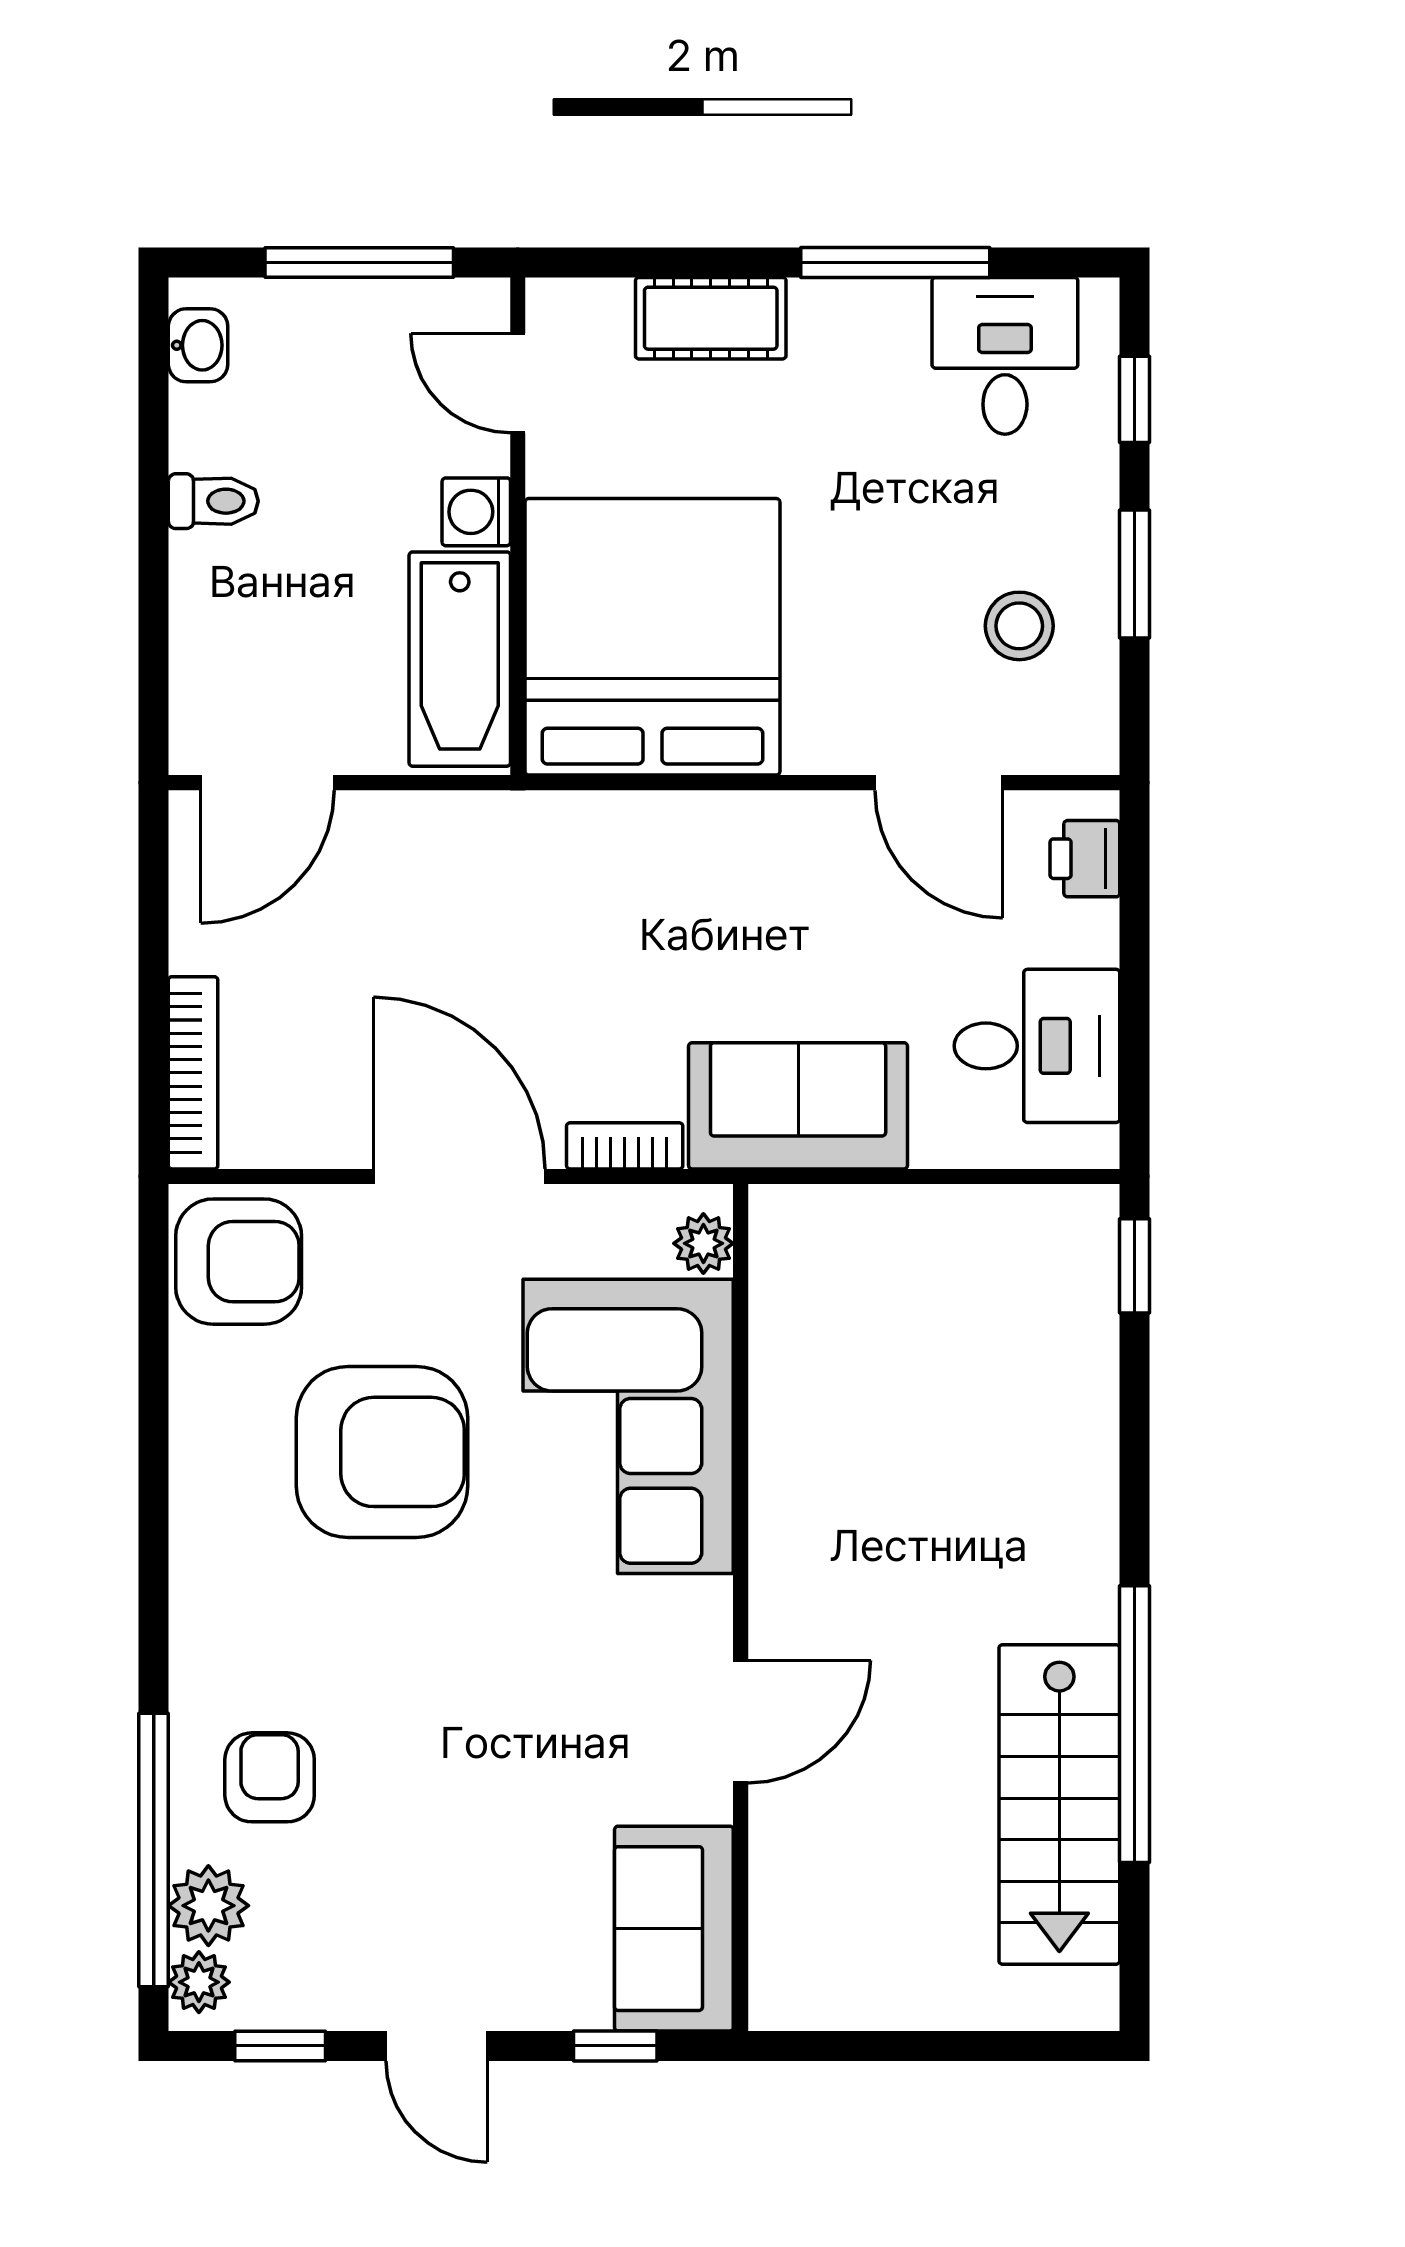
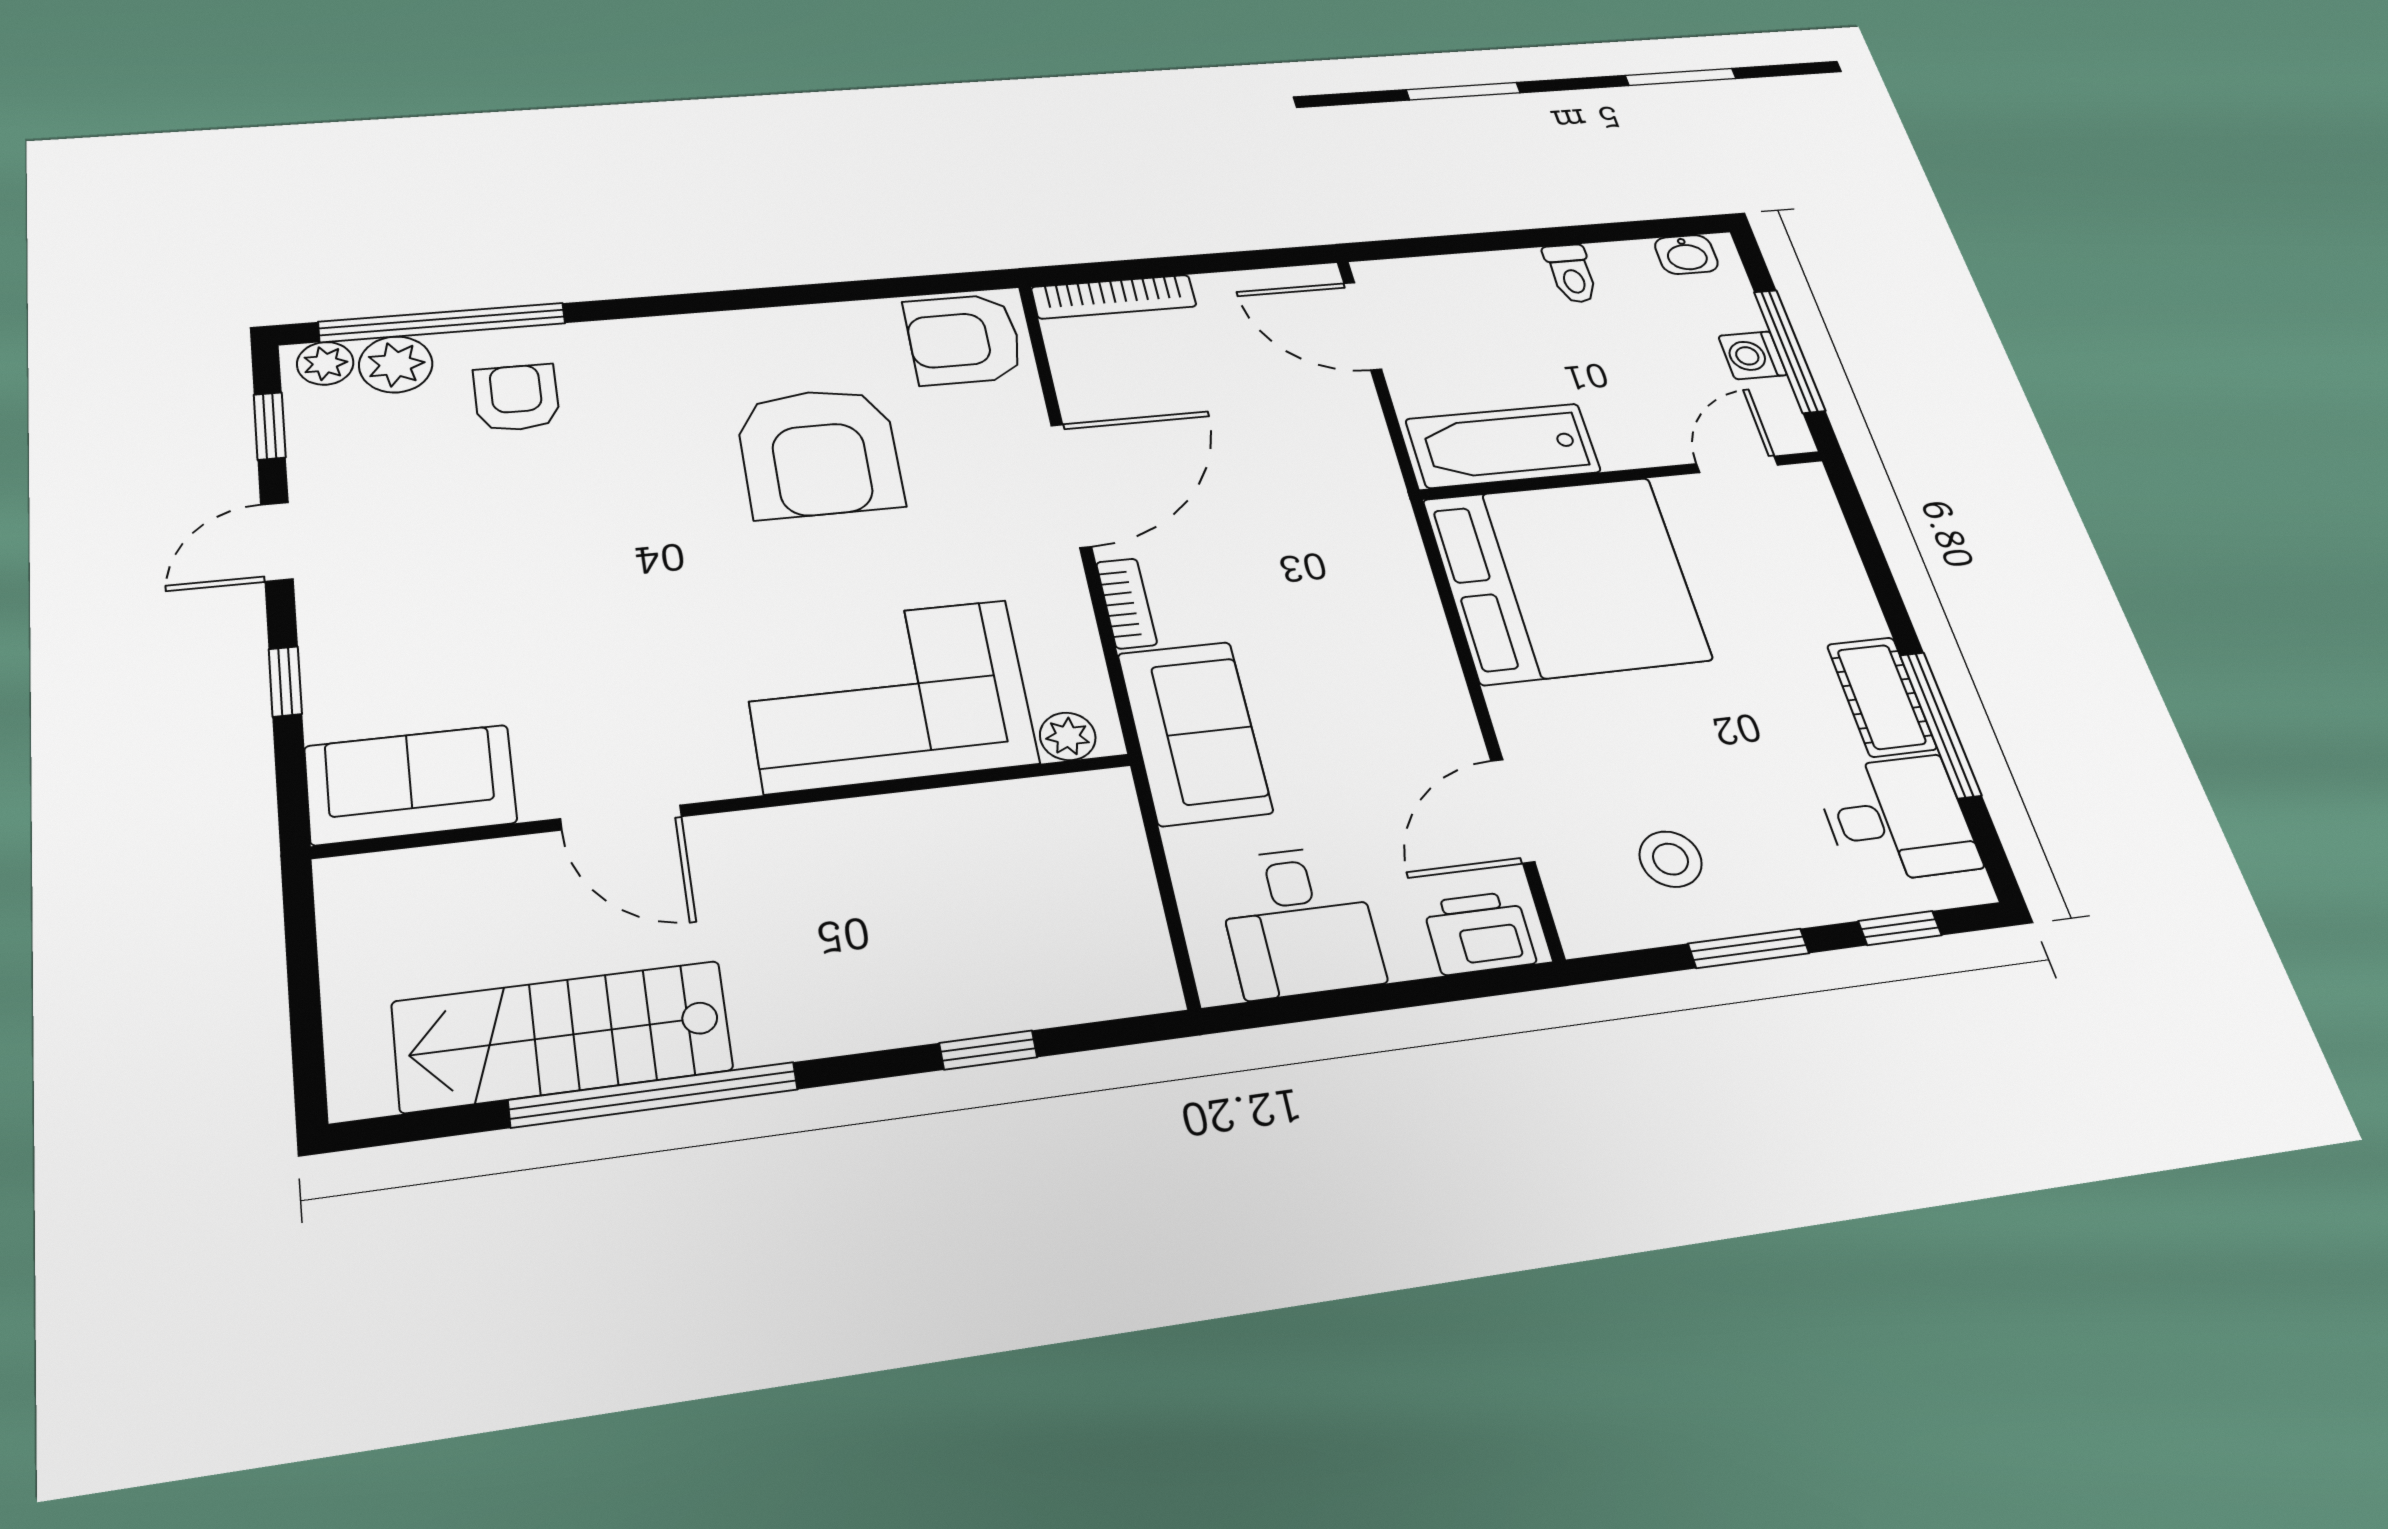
cot: (711, 318) -> (1882, 697), moved
washing machine: (476, 512) -> (1753, 355), moved, turned -90
printer: (1085, 859) -> (1479, 933), width x1.36, depth x1.24
plant: (703, 1243) -> (1068, 736), moved
armchair: (239, 1262) -> (964, 339), turned 90
window: (1135, 1266) -> (988, 1050), moved
corner sofa: (628, 1426) -> (888, 695), moved
wall: (741, 1608) -> (732, 805), moved
door: (741, 1722) -> (621, 818), moved
armchair: (270, 1777) -> (517, 398), turned -90
sofa: (674, 1929) -> (410, 785), moved

